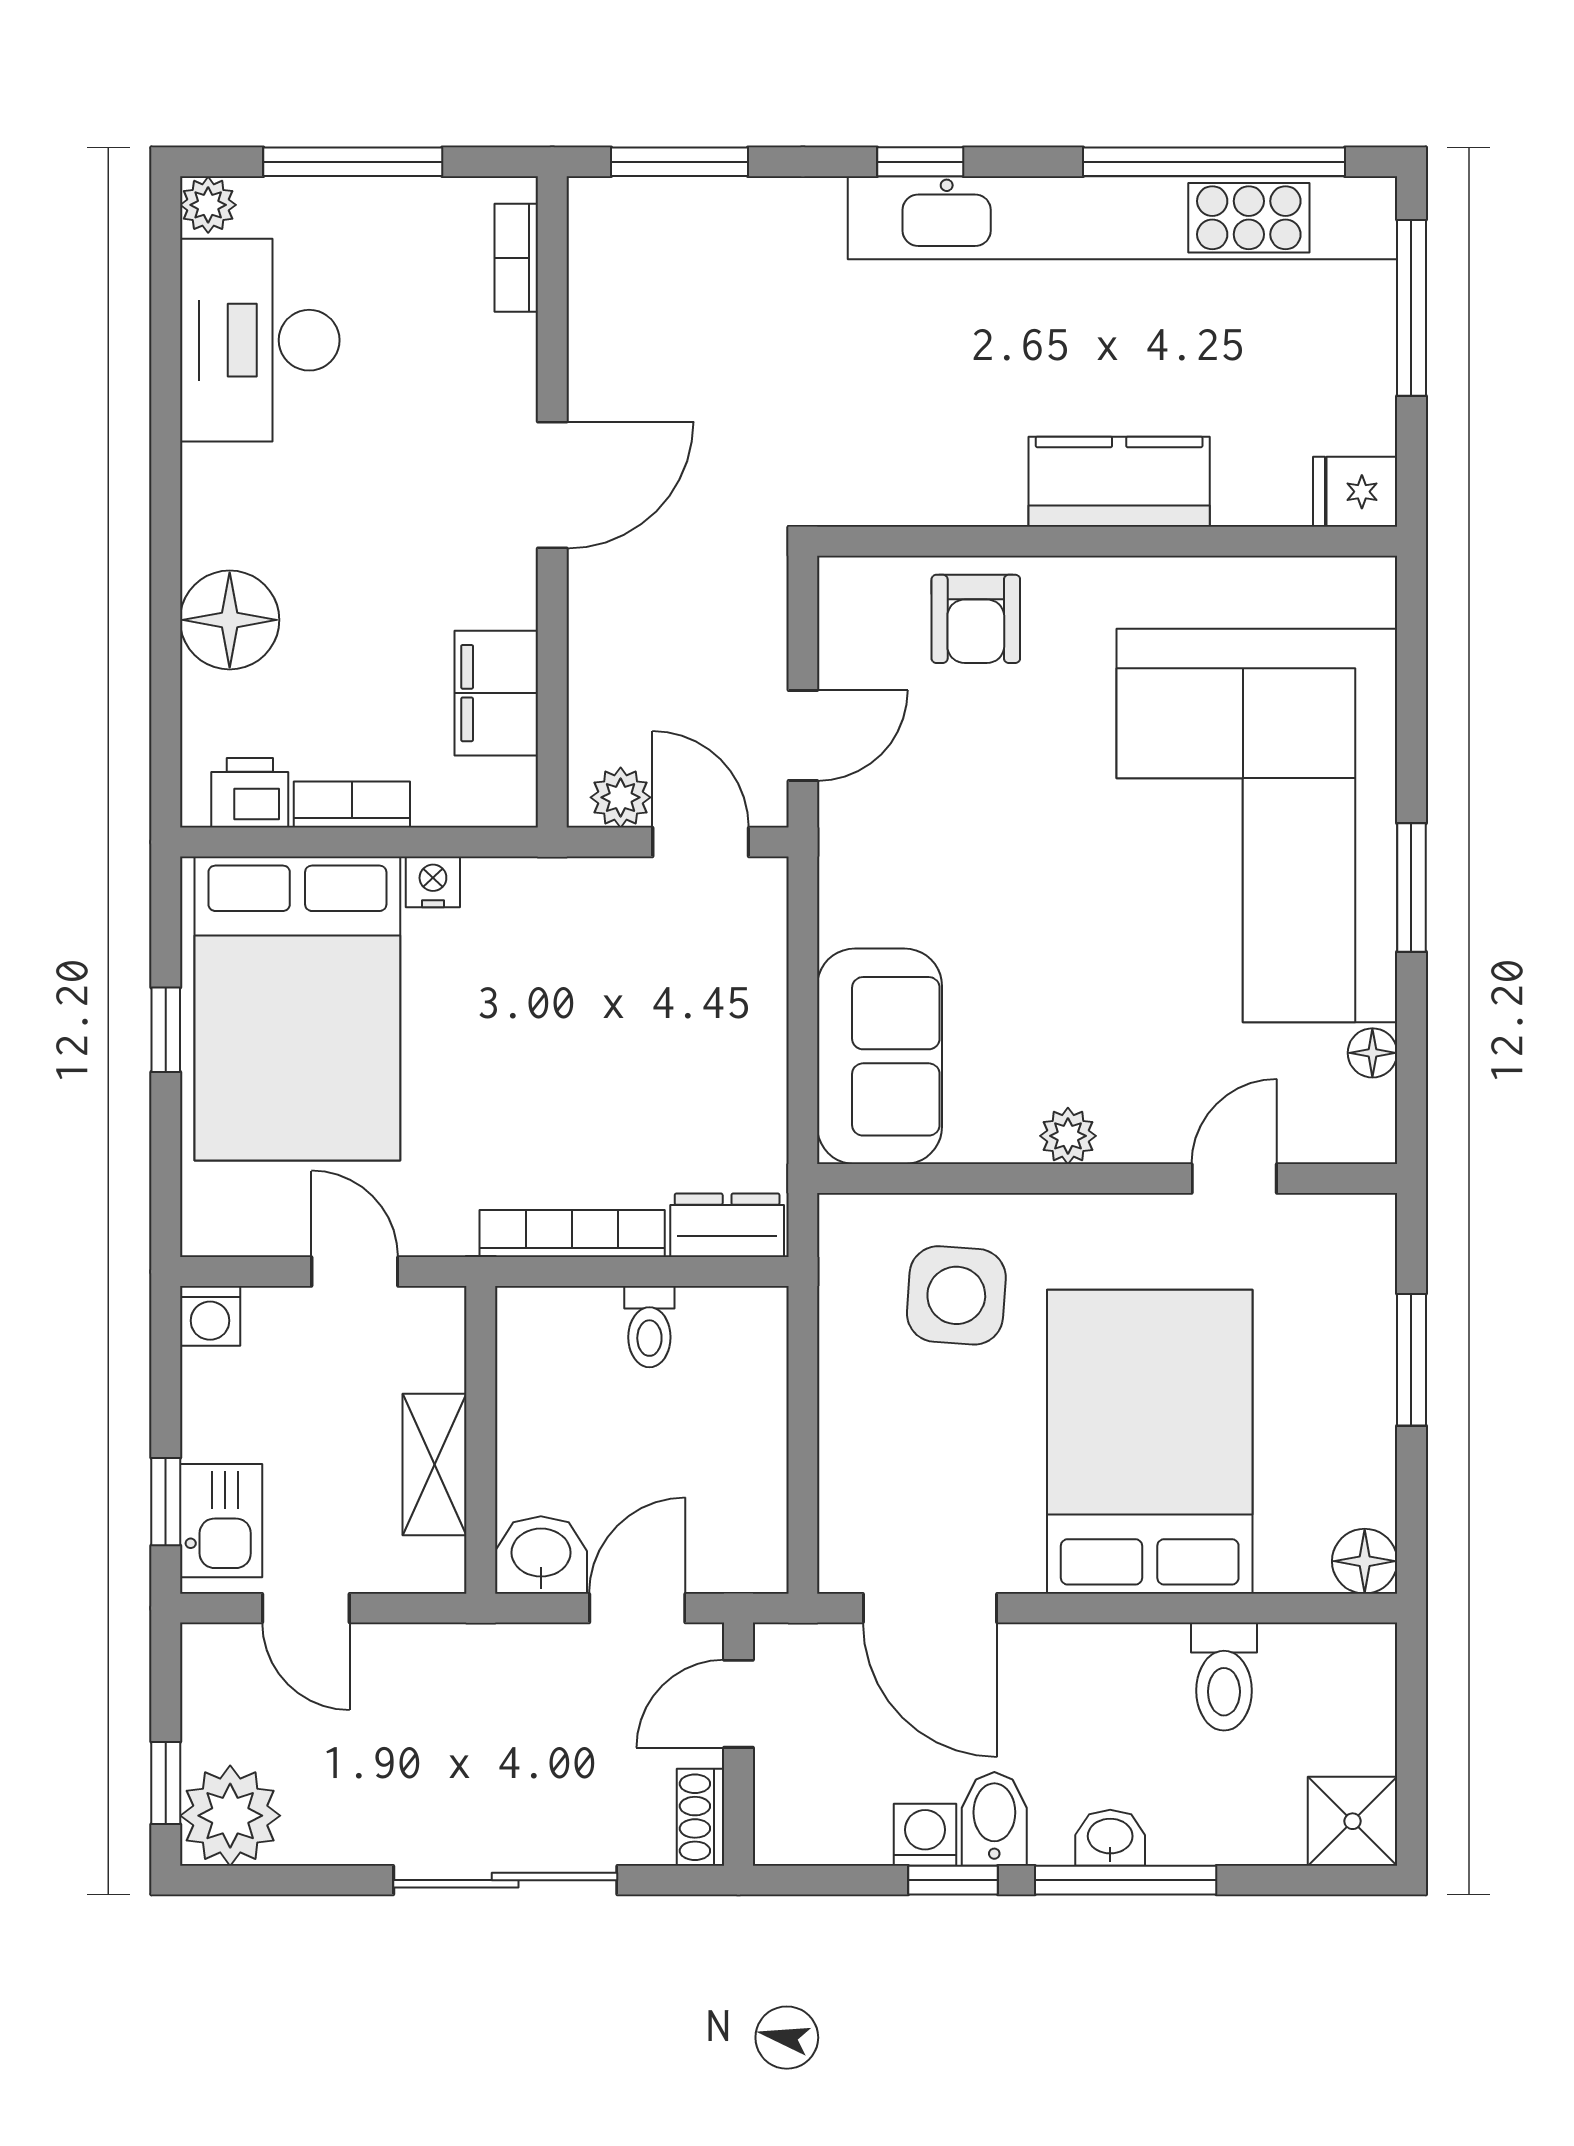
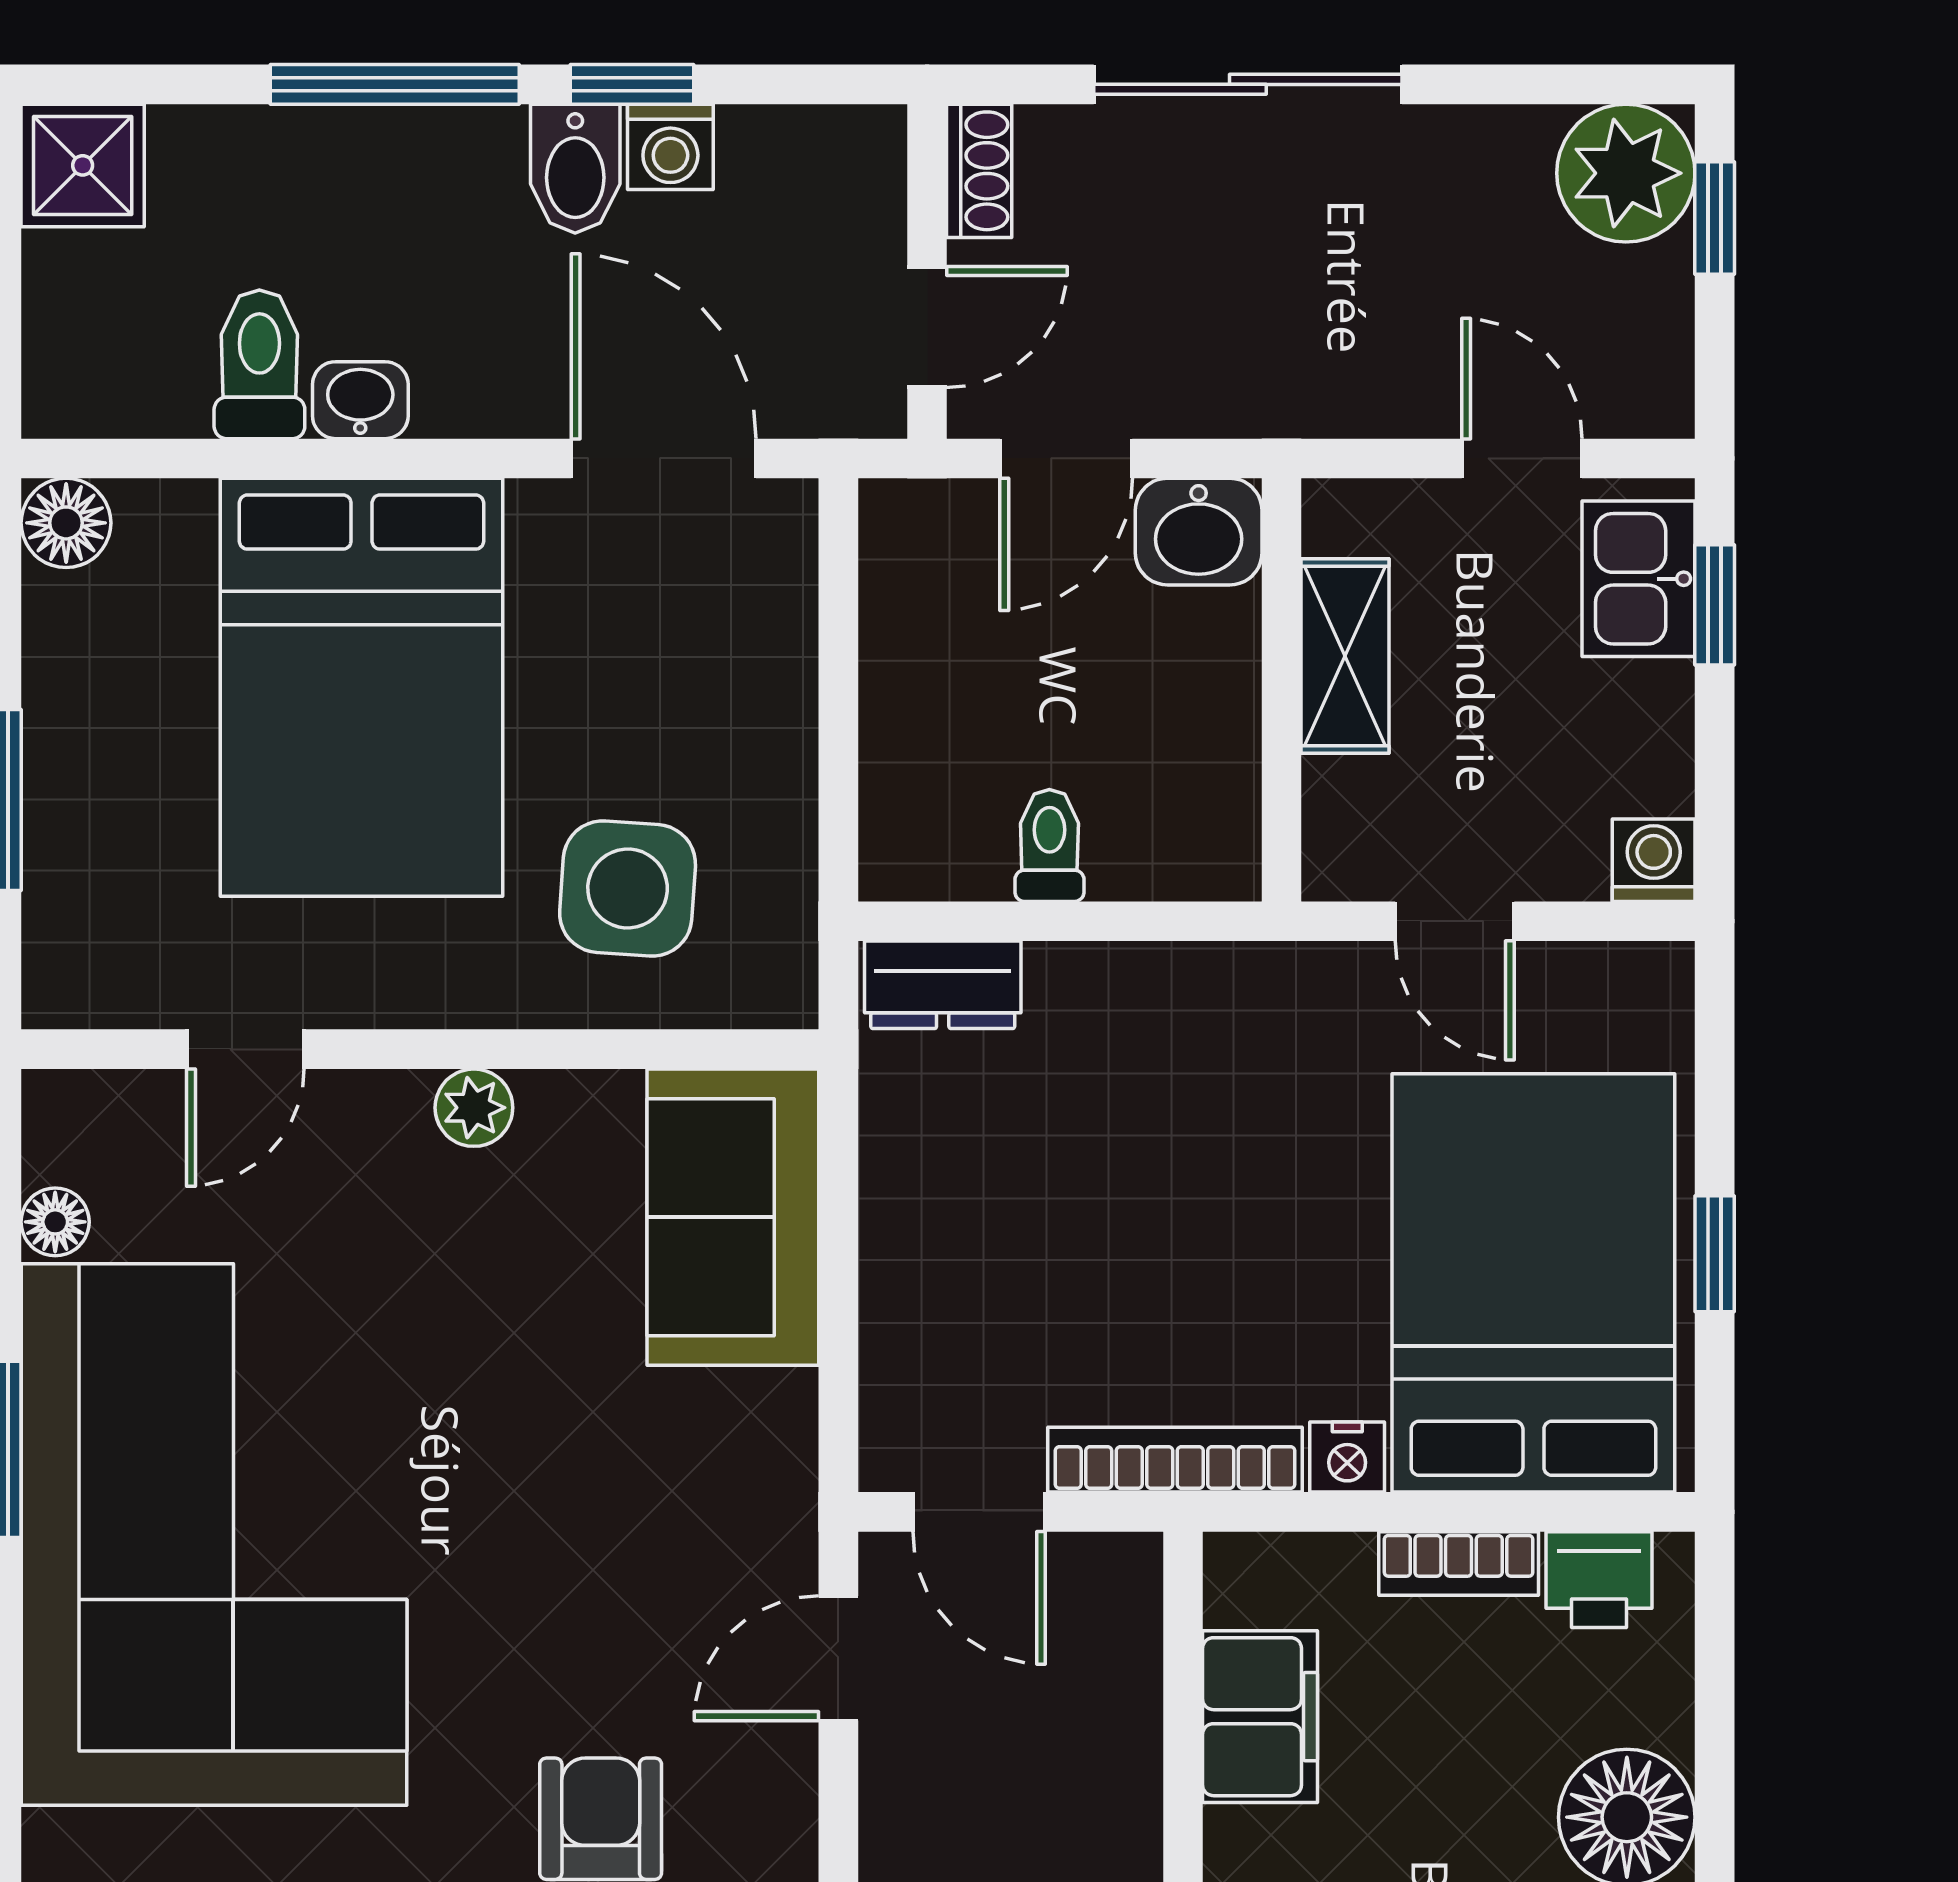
plant: (621, 797) -> (1089, 1573), removed
bookcase: (572, 1234) -> (1175, 1460), moved, turned 180
washbasin: (1110, 1838) -> (360, 400), moved, turned 180

